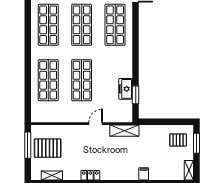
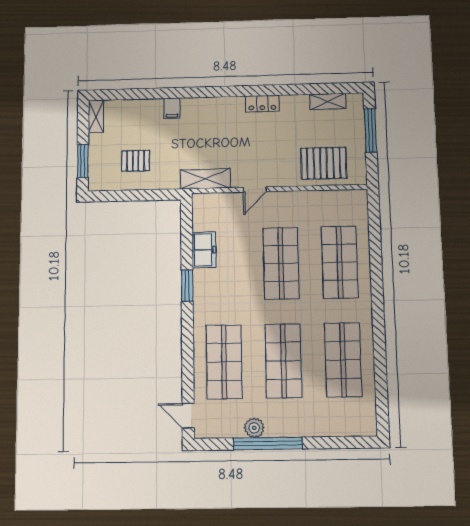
window: (136, 95) -> (187, 286), moved
pallet: (178, 140) -> (136, 161), moved
window: (28, 145) -> (370, 130), moved
pallet: (48, 148) -> (324, 163), moved

